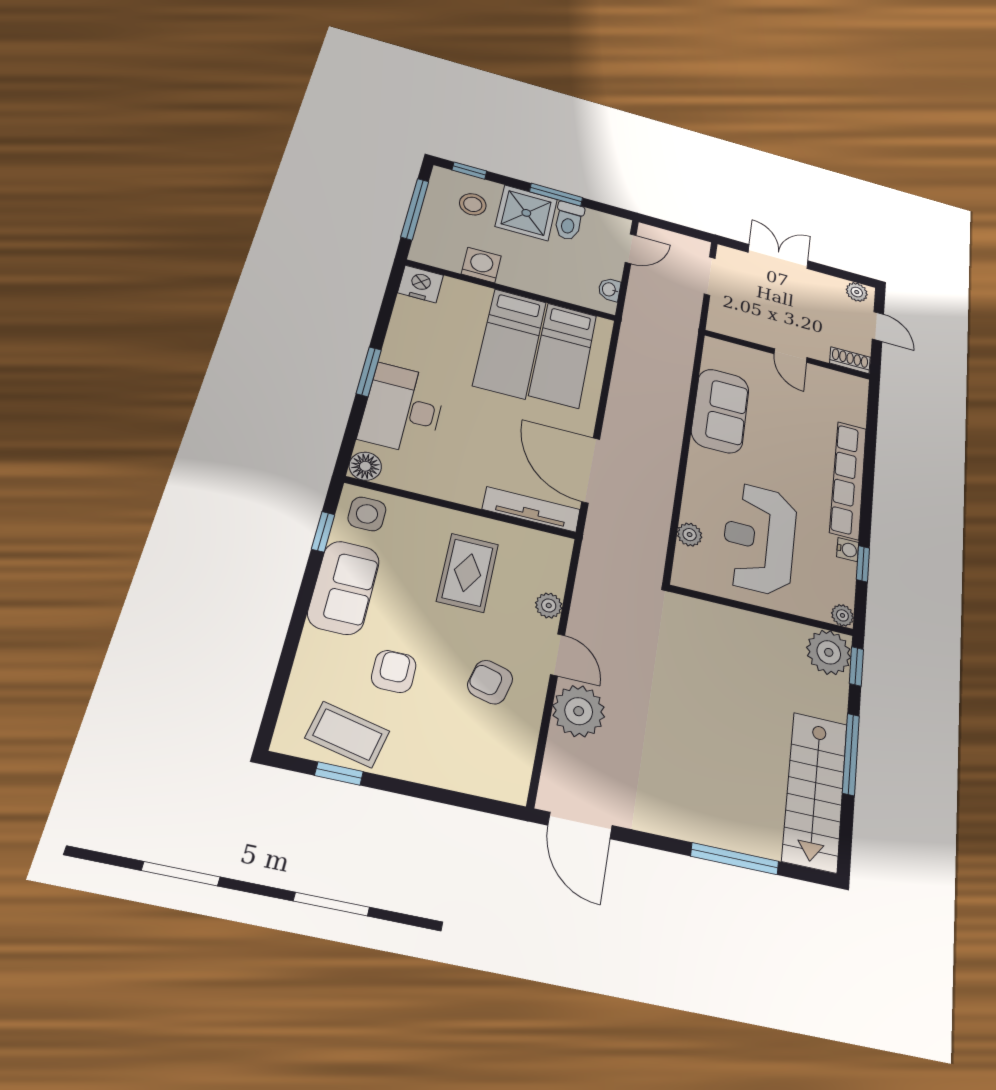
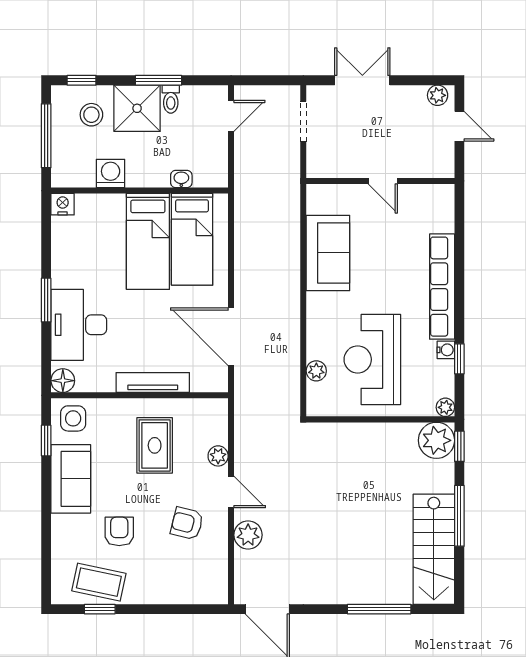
toilet: (569, 221) -> (171, 99), width x0.73, depth x0.72
nightstand: (421, 284) -> (63, 204), width x0.74, depth x0.75
washbasin: (609, 290) -> (181, 179), moved, turned 90
shoe rack: (850, 360) -> (436, 169), removed
tv unit: (531, 509) -> (153, 382), moved
plant: (579, 711) -> (248, 535), width x0.73, depth x0.73

